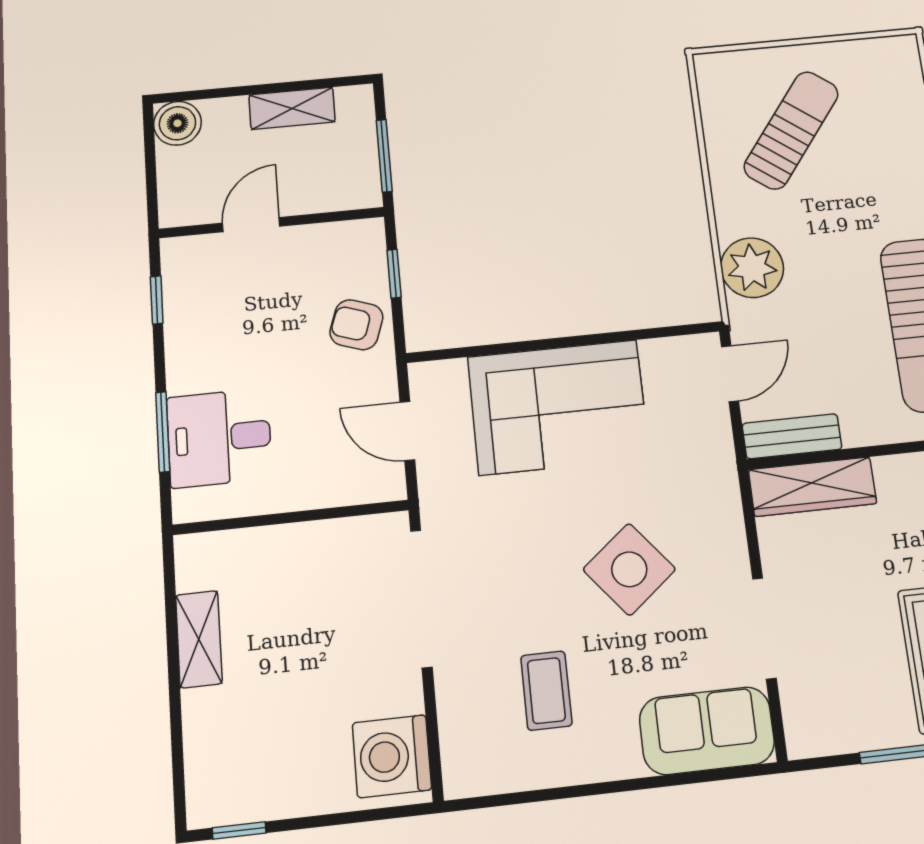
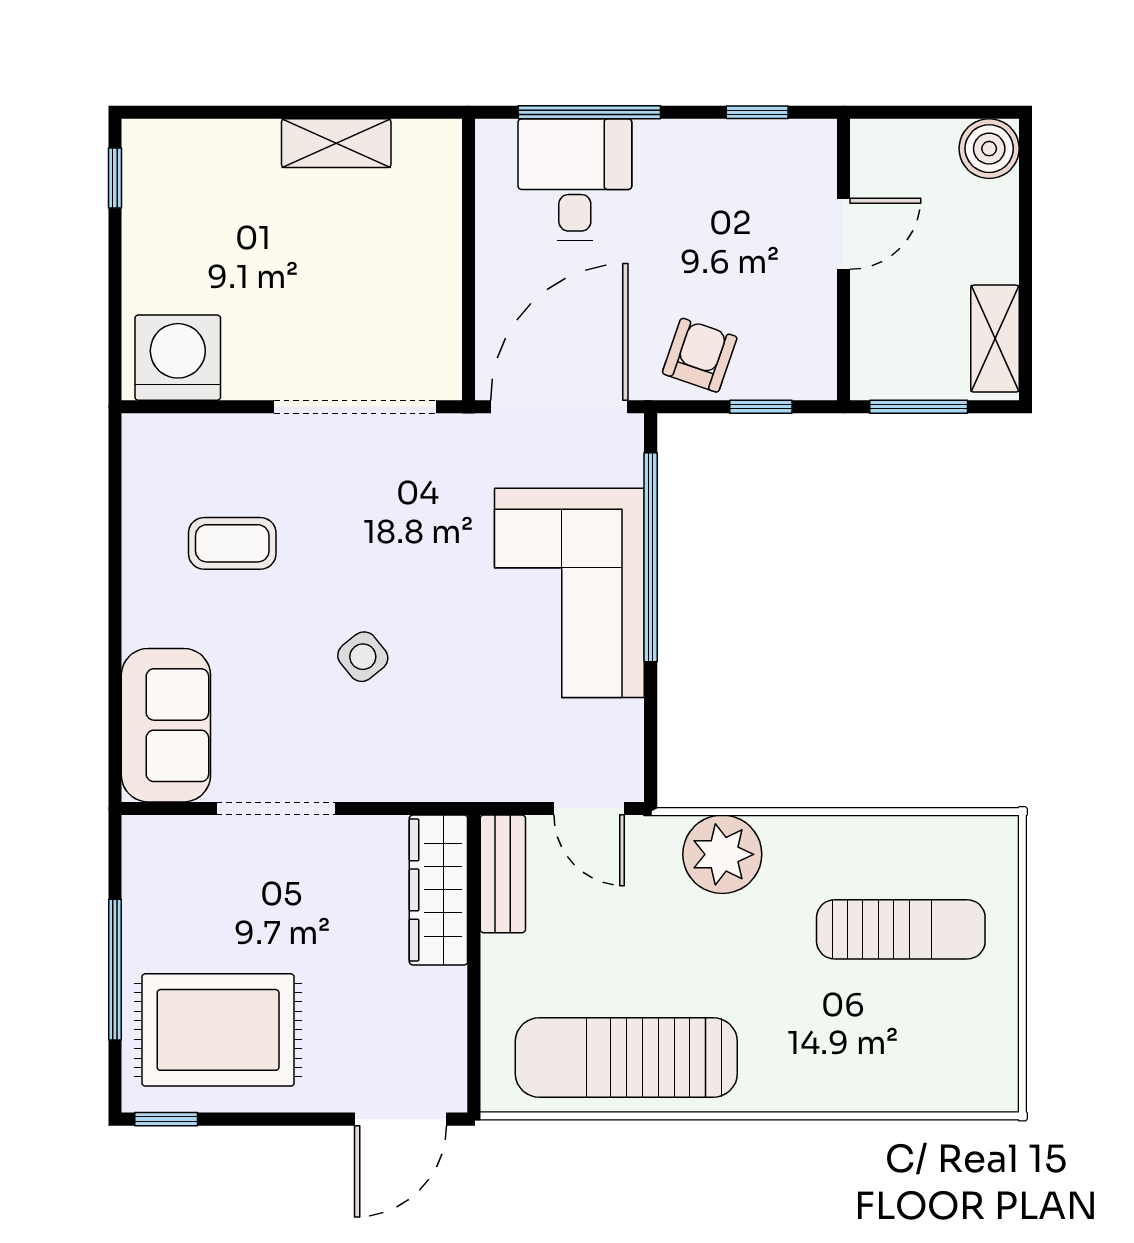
shelving: (292, 108) -> (995, 339), moved
sun lounger: (791, 130) -> (901, 929), turned -37
door: (251, 225) -> (843, 234), hinge flipped
window: (523, 346) -> (651, 557), added
door: (407, 431) -> (559, 407), width x1.87
window: (163, 432) -> (589, 112), width x1.44
side table: (629, 569) -> (363, 657), width x0.54, depth x0.54

